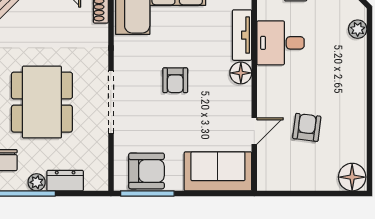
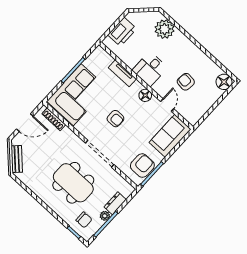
plant: (358, 29) -> (165, 29), width x1.88, depth x1.88
desk: (281, 43) -> (150, 69), moved
floor lamp: (241, 73) -> (145, 95), moved

